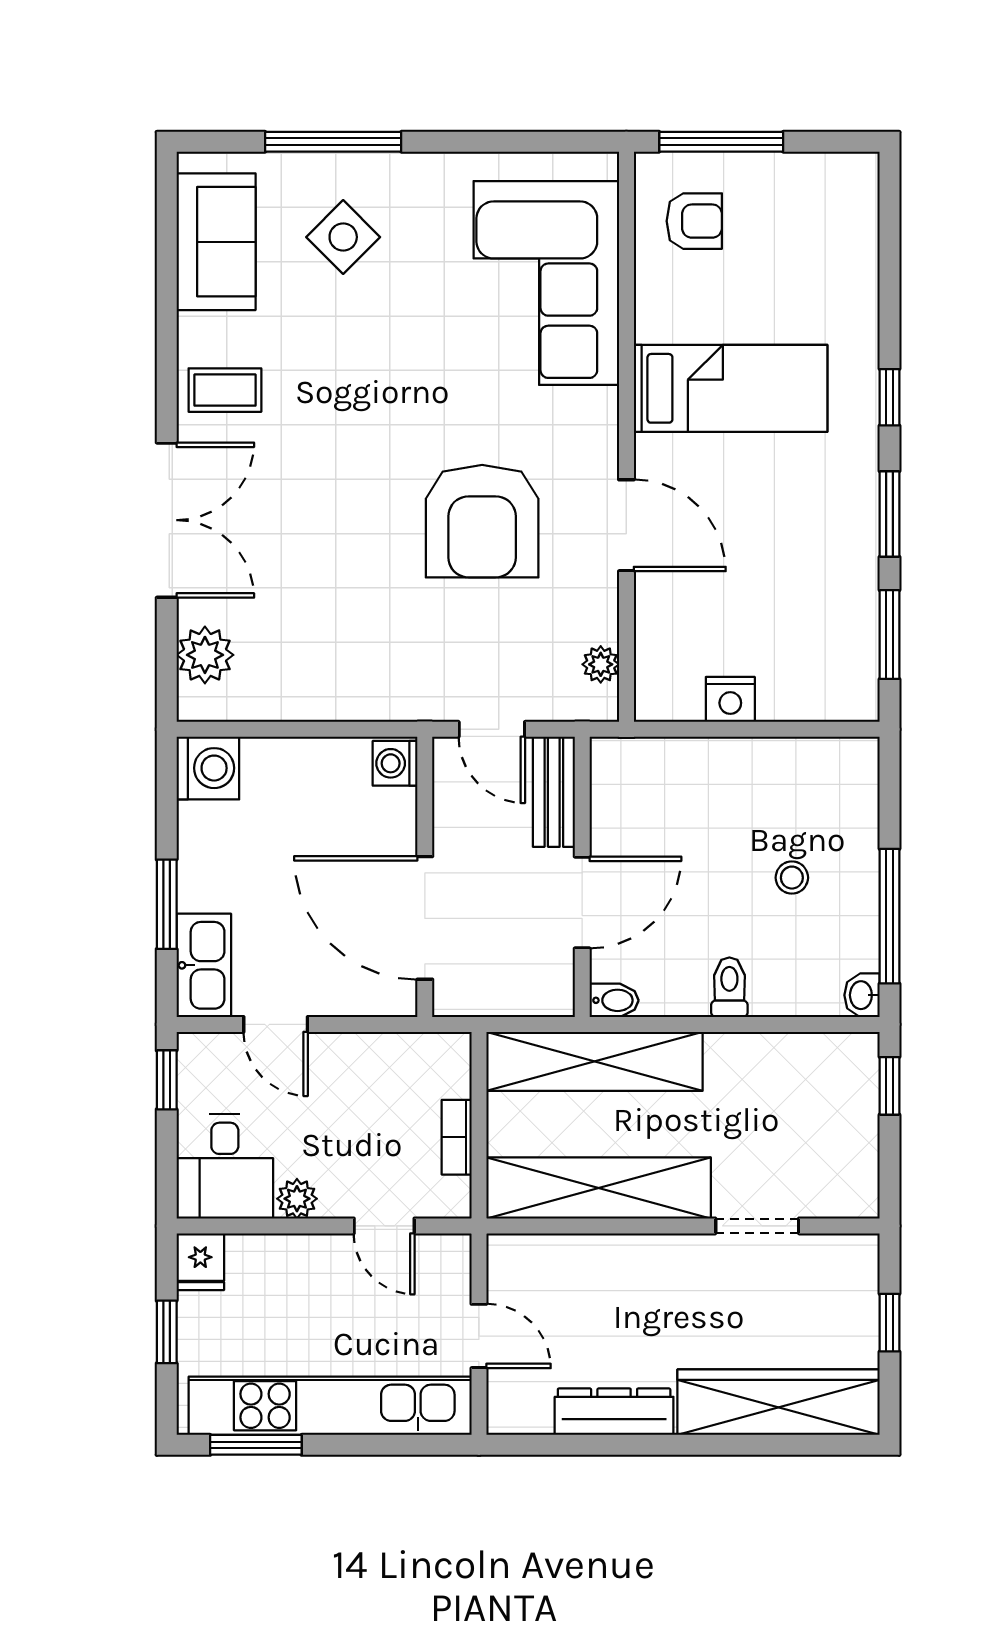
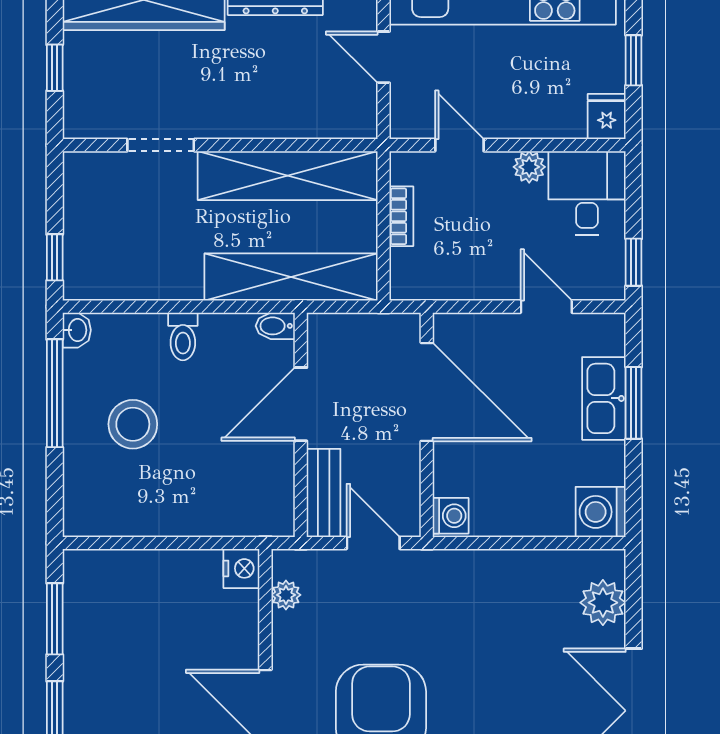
nightstand: (730, 699) -> (241, 568), moved, turned 90
stool: (792, 878) -> (133, 424), width x1.89, depth x1.89
kitchen sink: (204, 965) -> (604, 398), moved

